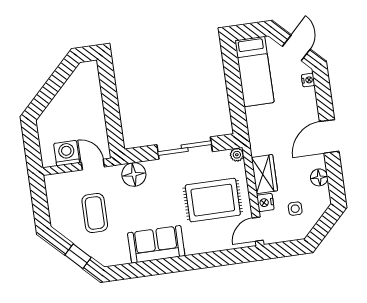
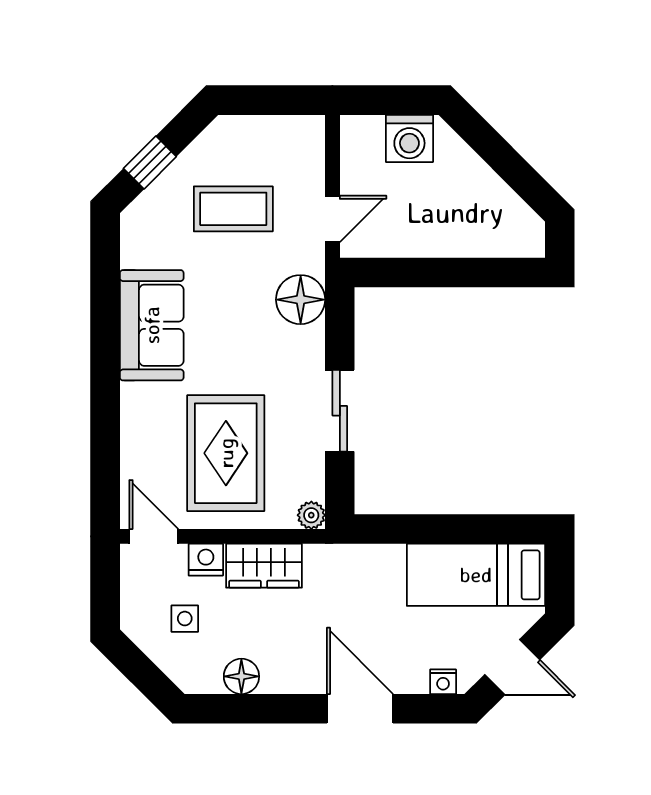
door: (329, 136) -> (360, 709), moved
sliding door: (185, 148) -> (340, 411), width x0.73
washing machine: (67, 153) -> (409, 138), moved, turned 90

